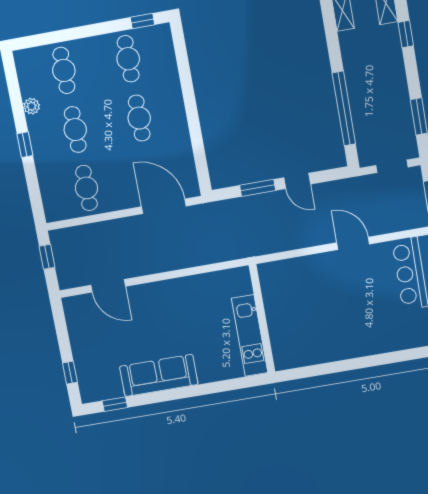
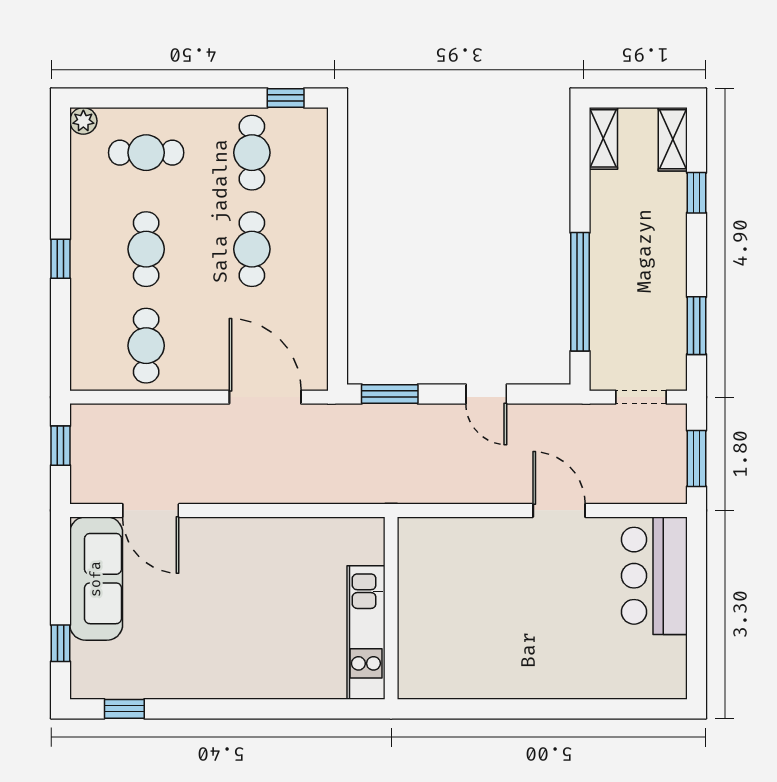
cafe table: (64, 70) -> (146, 153), turned 90
plant: (32, 106) -> (83, 121), moved
window: (258, 188) -> (390, 394), moved
sofa: (159, 375) -> (96, 579), moved, turned 90

